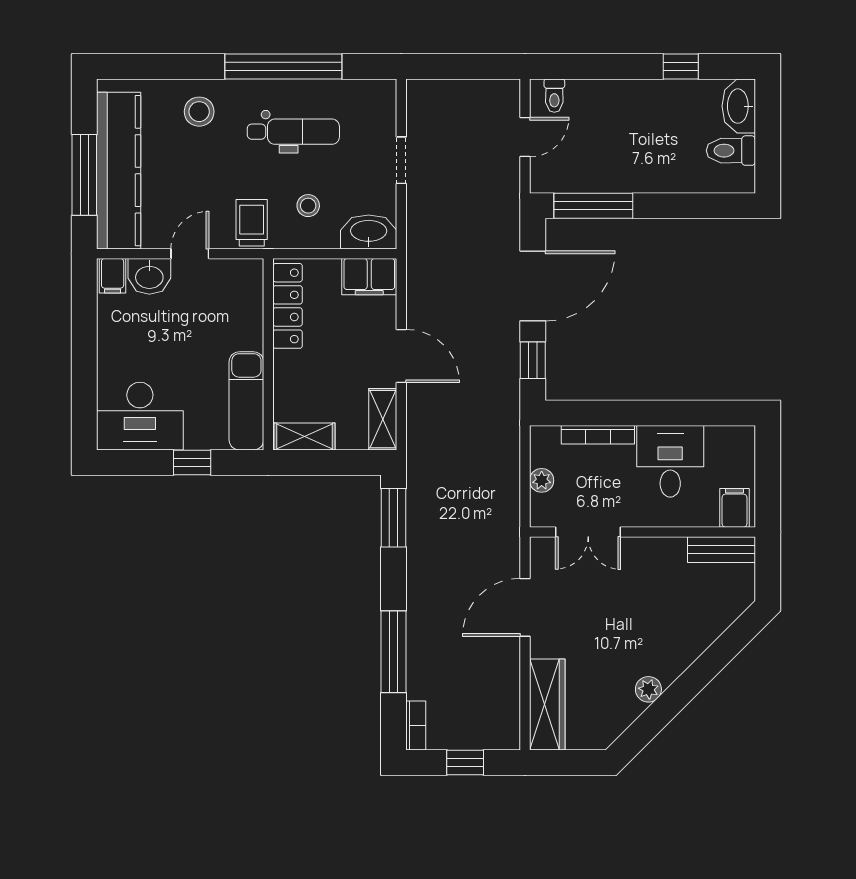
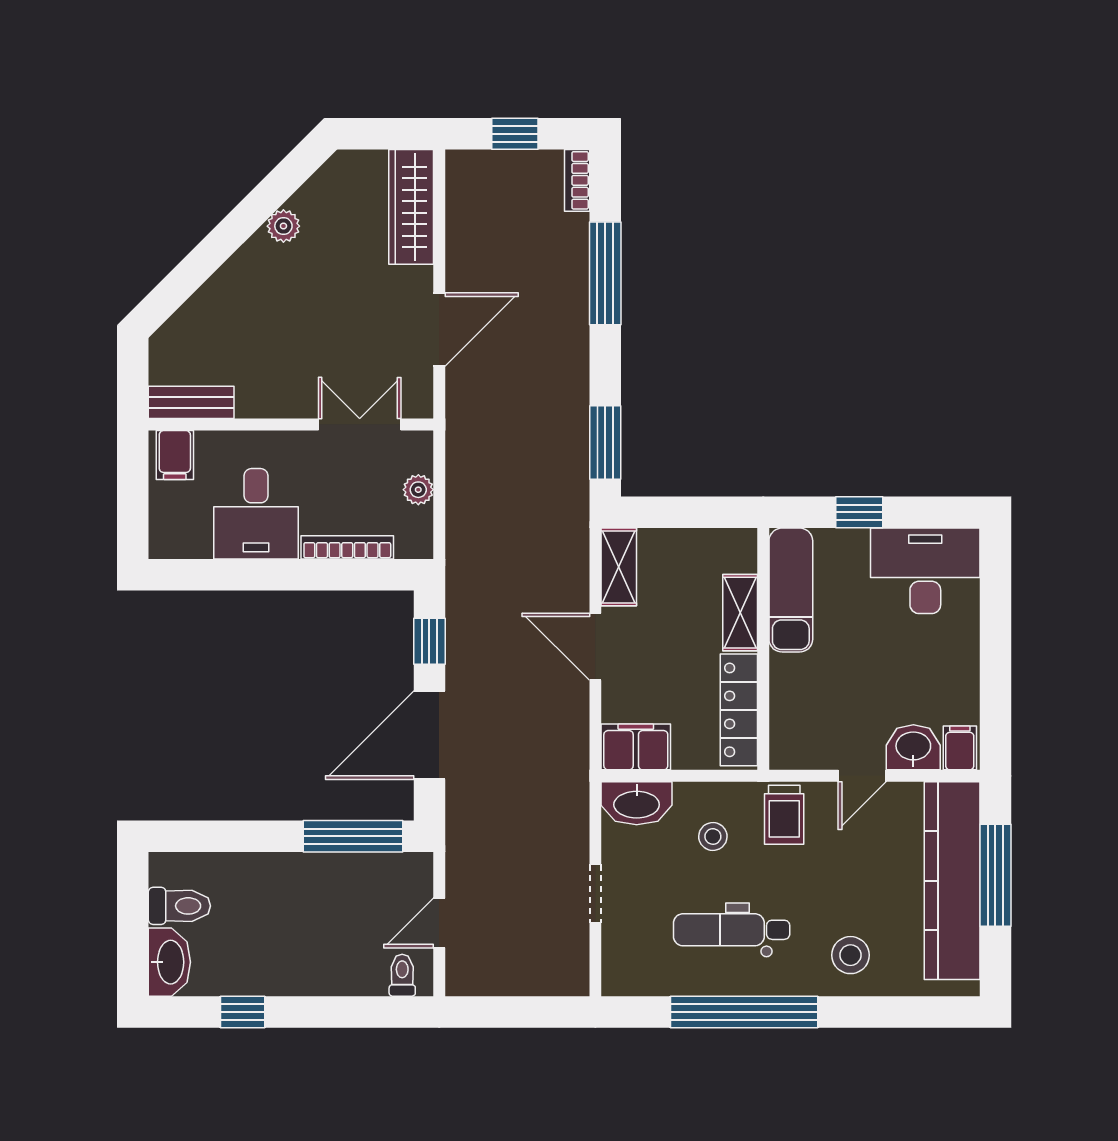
shelving: (305, 436) -> (740, 613), moved, turned 90

